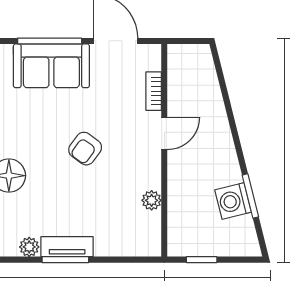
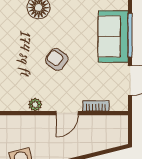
door: (164, 133) -> (67, 113), hinge flipped
plant: (152, 200) -> (35, 105), moved

